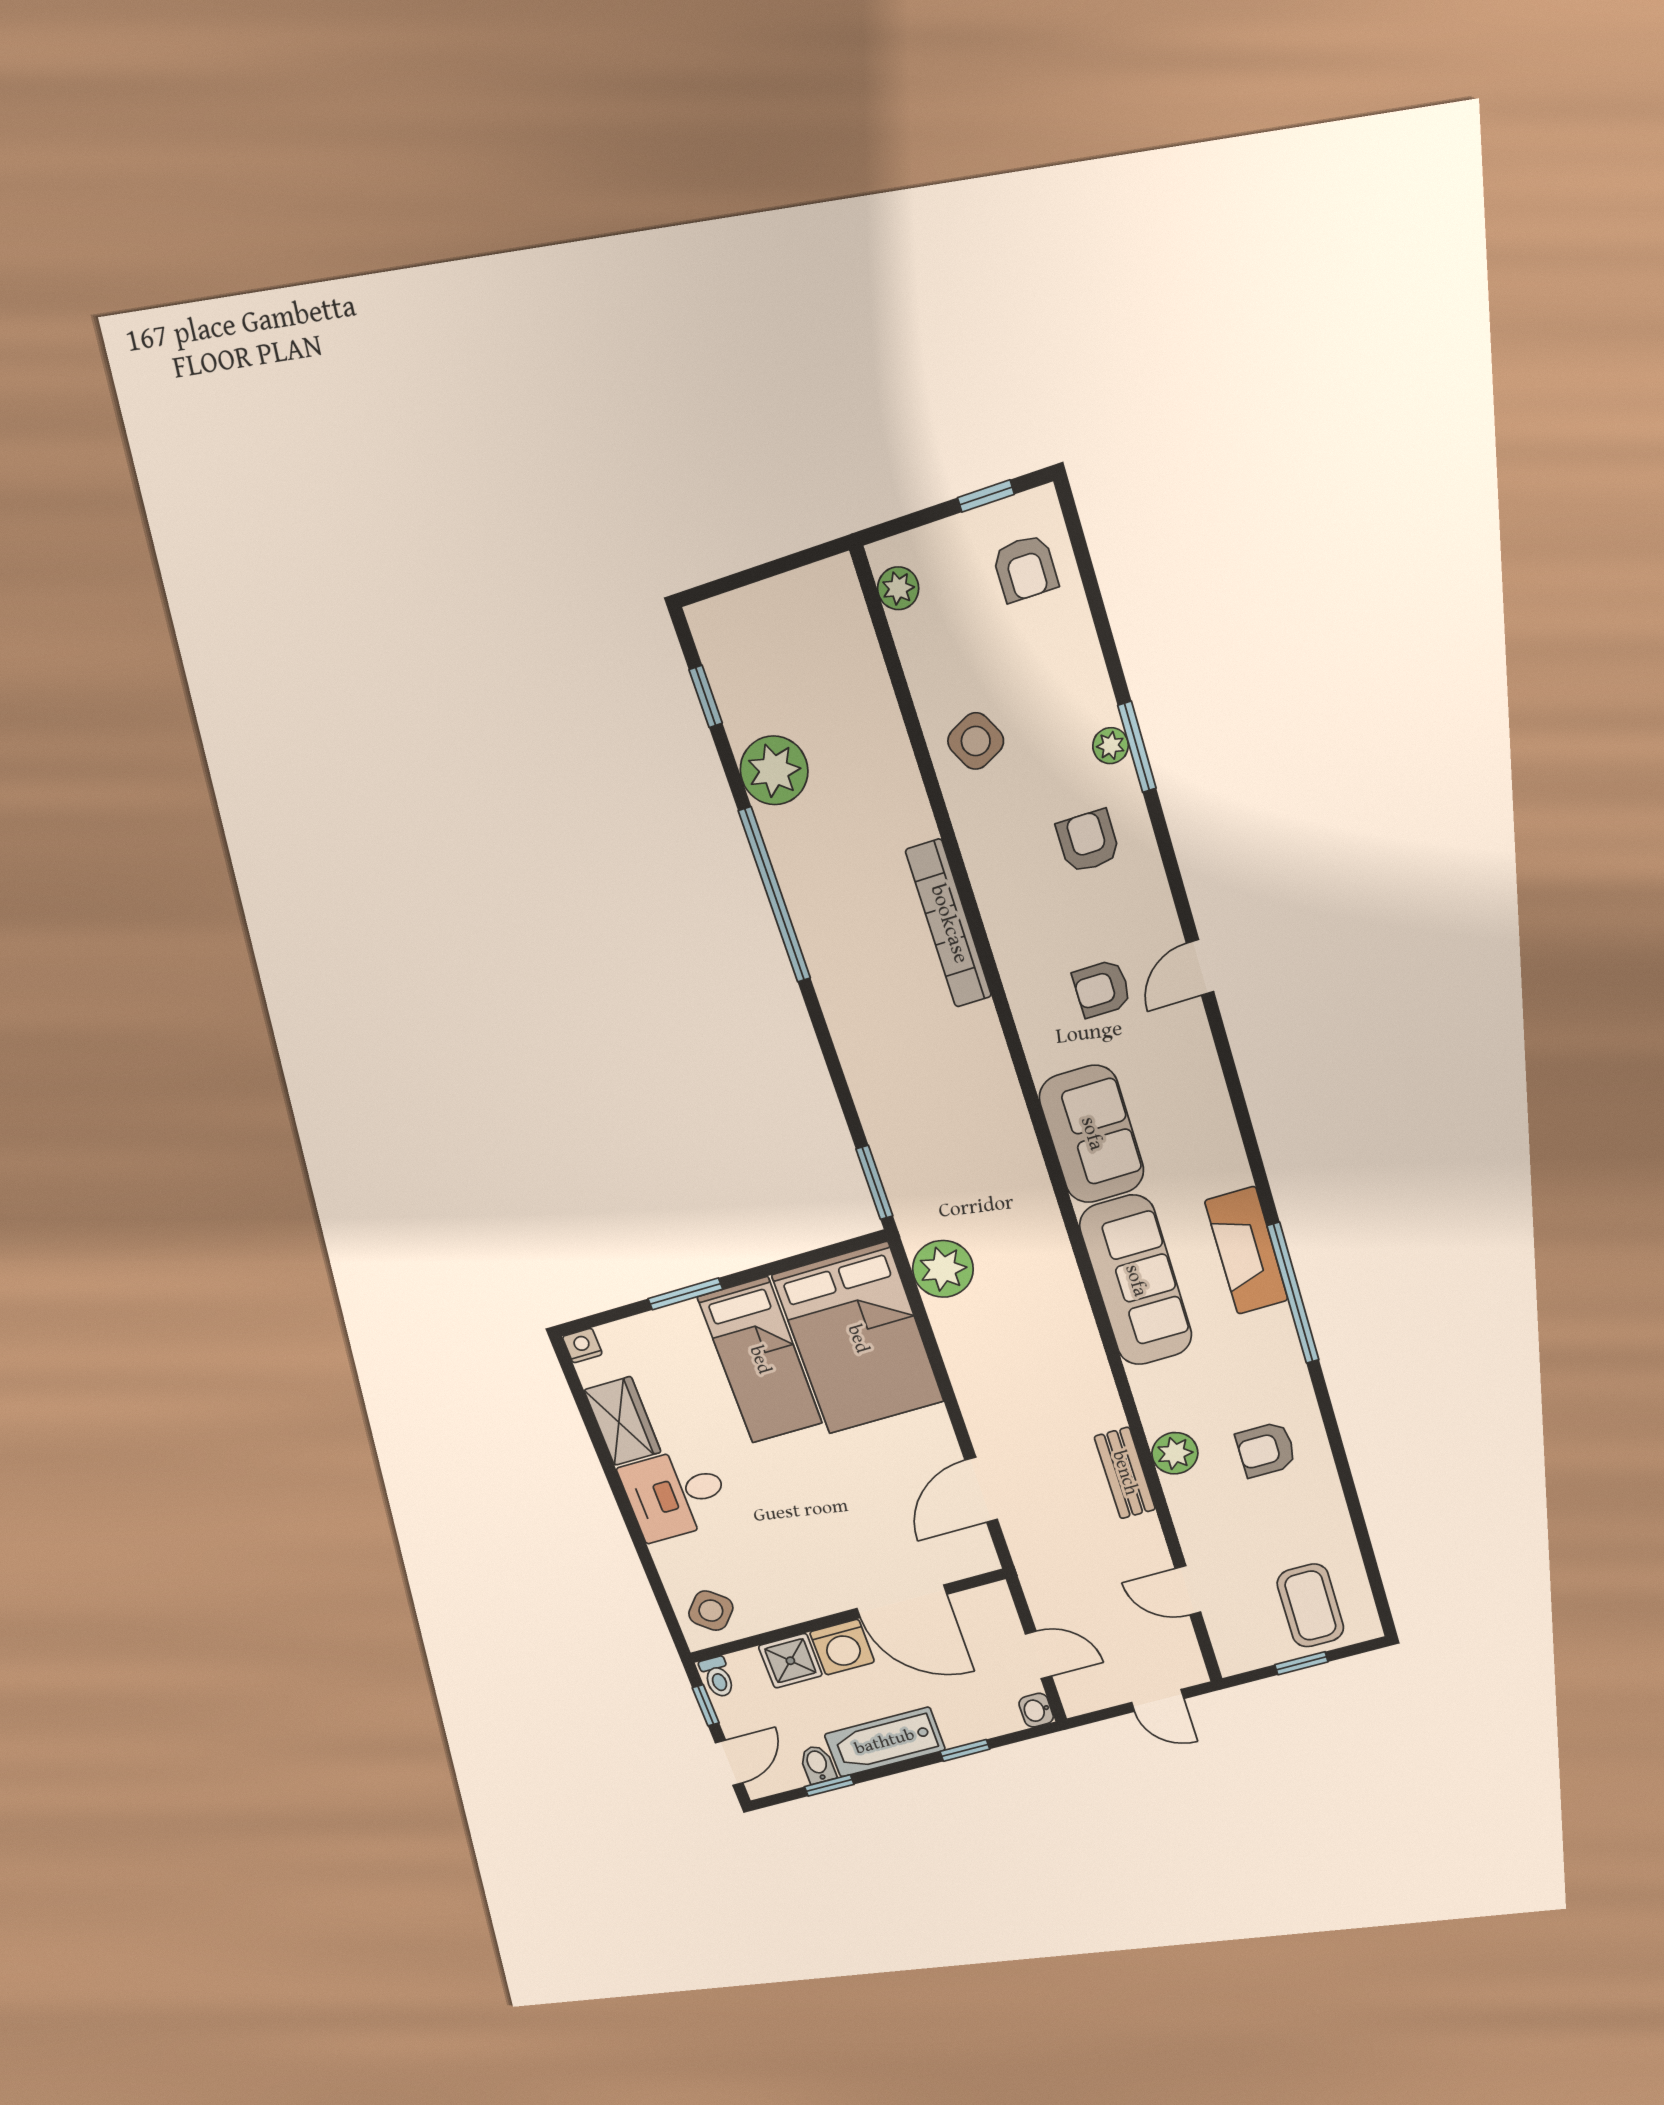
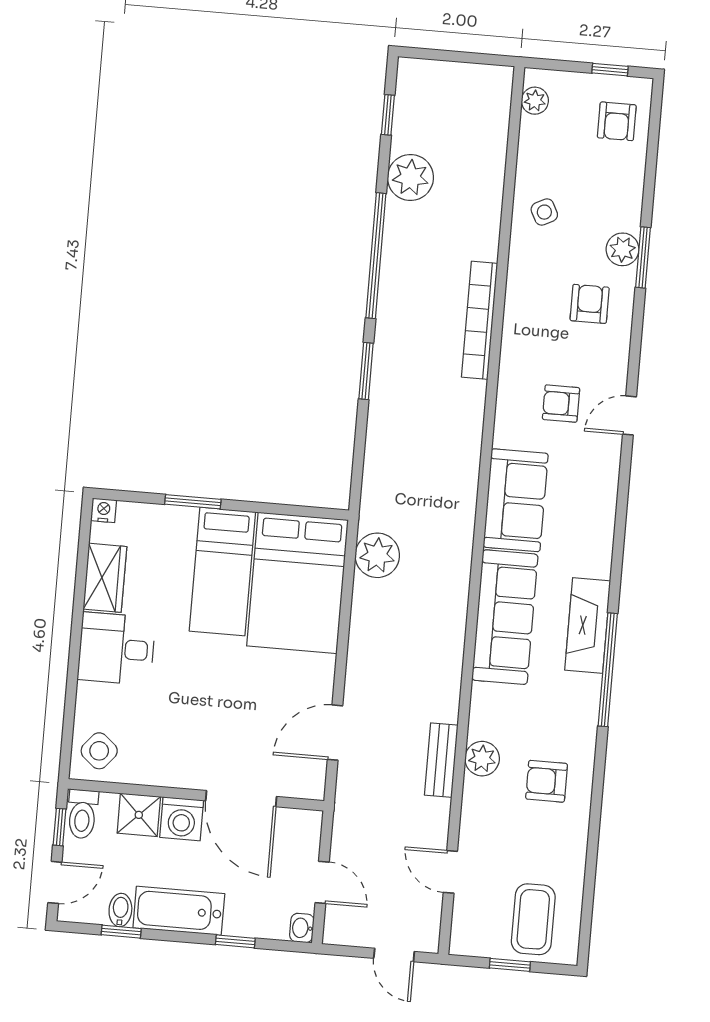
side table: (976, 741) -> (544, 212), width x0.73, depth x0.73
plant: (1111, 746) -> (623, 249), width x1.38, depth x1.38
window: (875, 1183) -> (366, 371), moved
toilet: (717, 1677) -> (82, 814), width x1.37, depth x1.39

